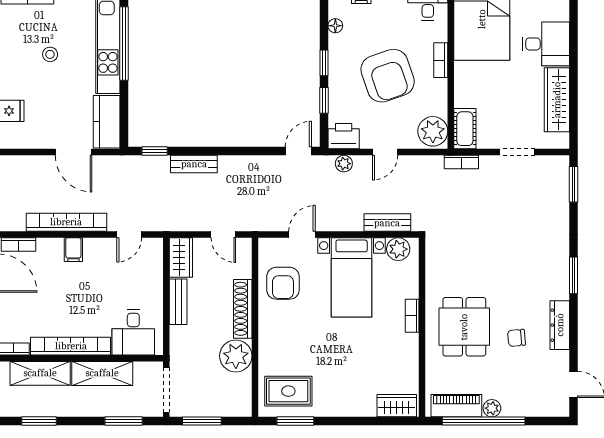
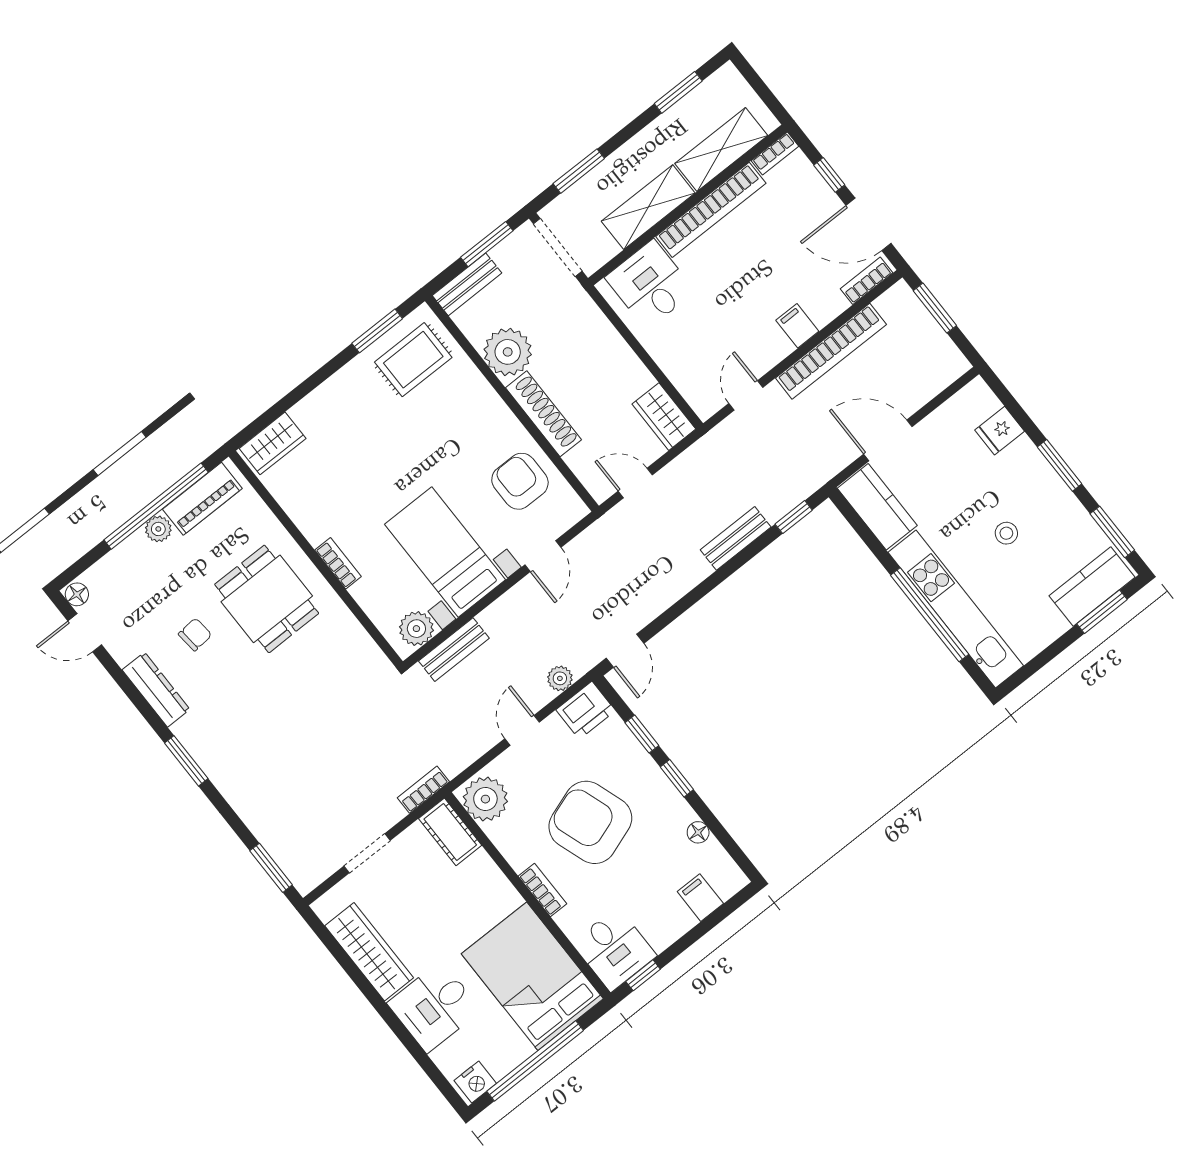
bench: (178, 302) -> (467, 284), moved, turned 90
floor lamp: (562, 408) -> (77, 594), added

